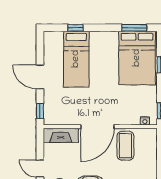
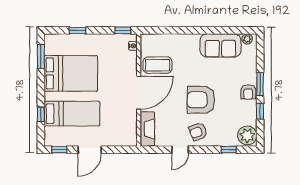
bed: (137, 58) -> (71, 73), moved
window: (40, 111) -> (59, 150), moved
door: (97, 127) -> (139, 93), hinge flipped

